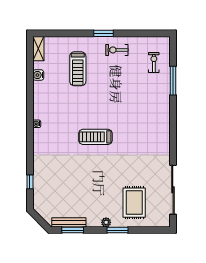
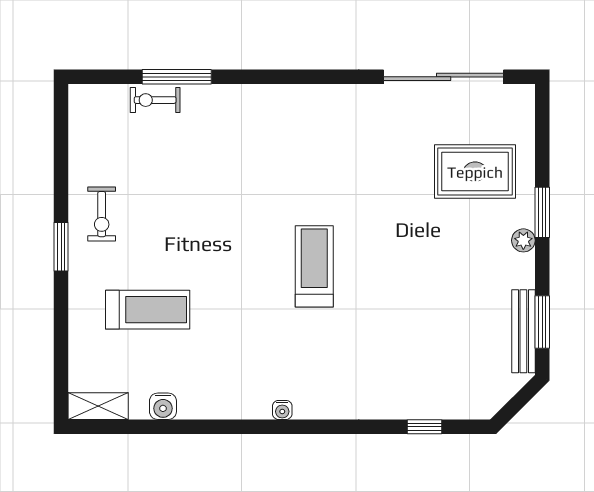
exercise bike: (154, 62) -> (155, 100), moved
treadmill: (95, 137) -> (314, 266), turned 180

